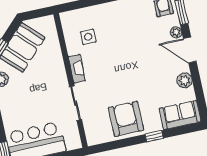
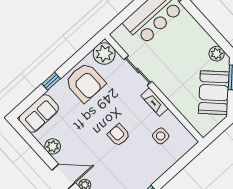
armchair: (123, 58) -> (119, 135), added
plant: (96, 134) -> (104, 54), added

